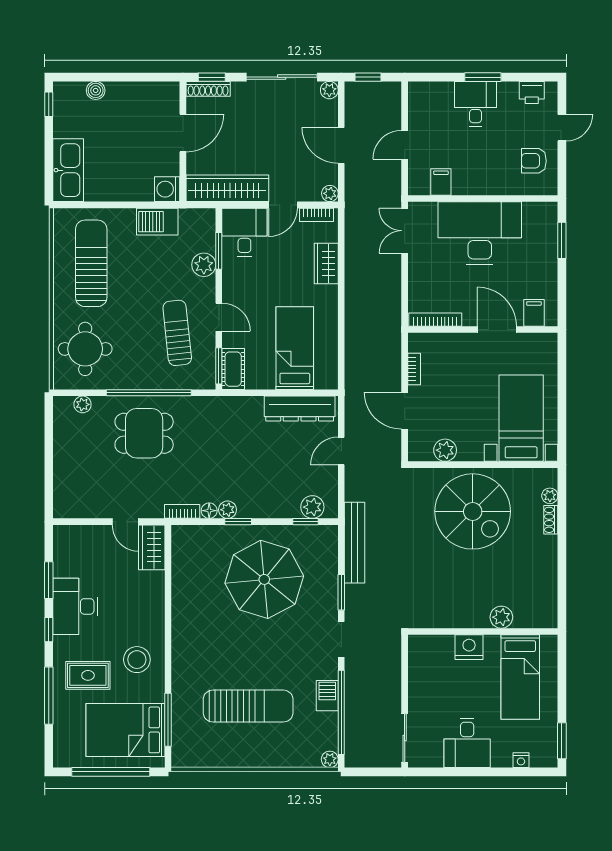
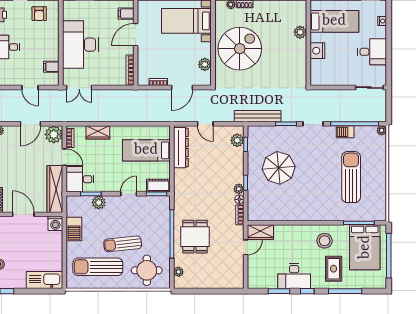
plant: (330, 193) -> (54, 134), width x1.88, depth x1.88
sun lounger: (177, 333) -> (123, 244), moved
parasol: (264, 579) -> (279, 168), width x0.73, depth x0.73

